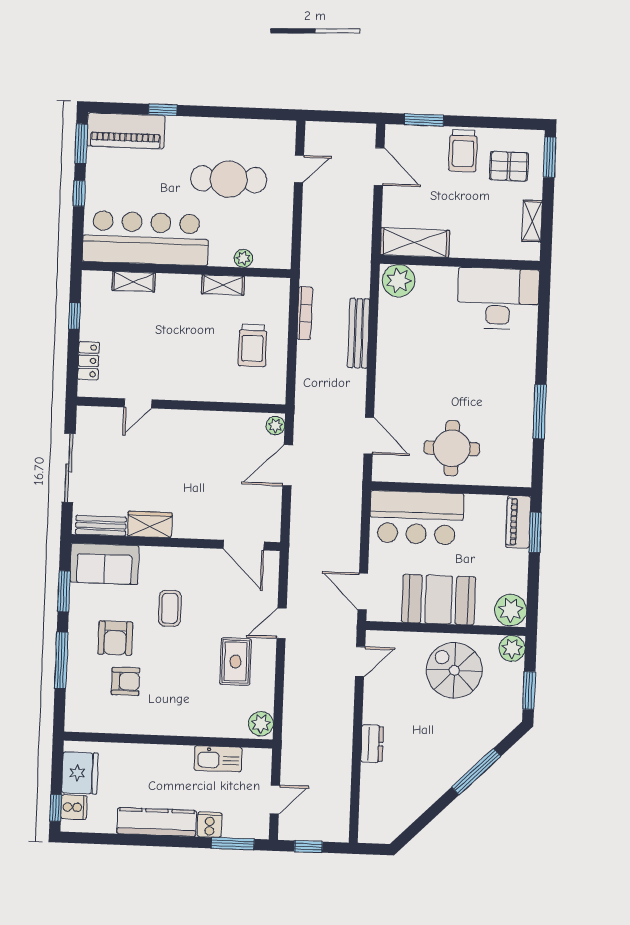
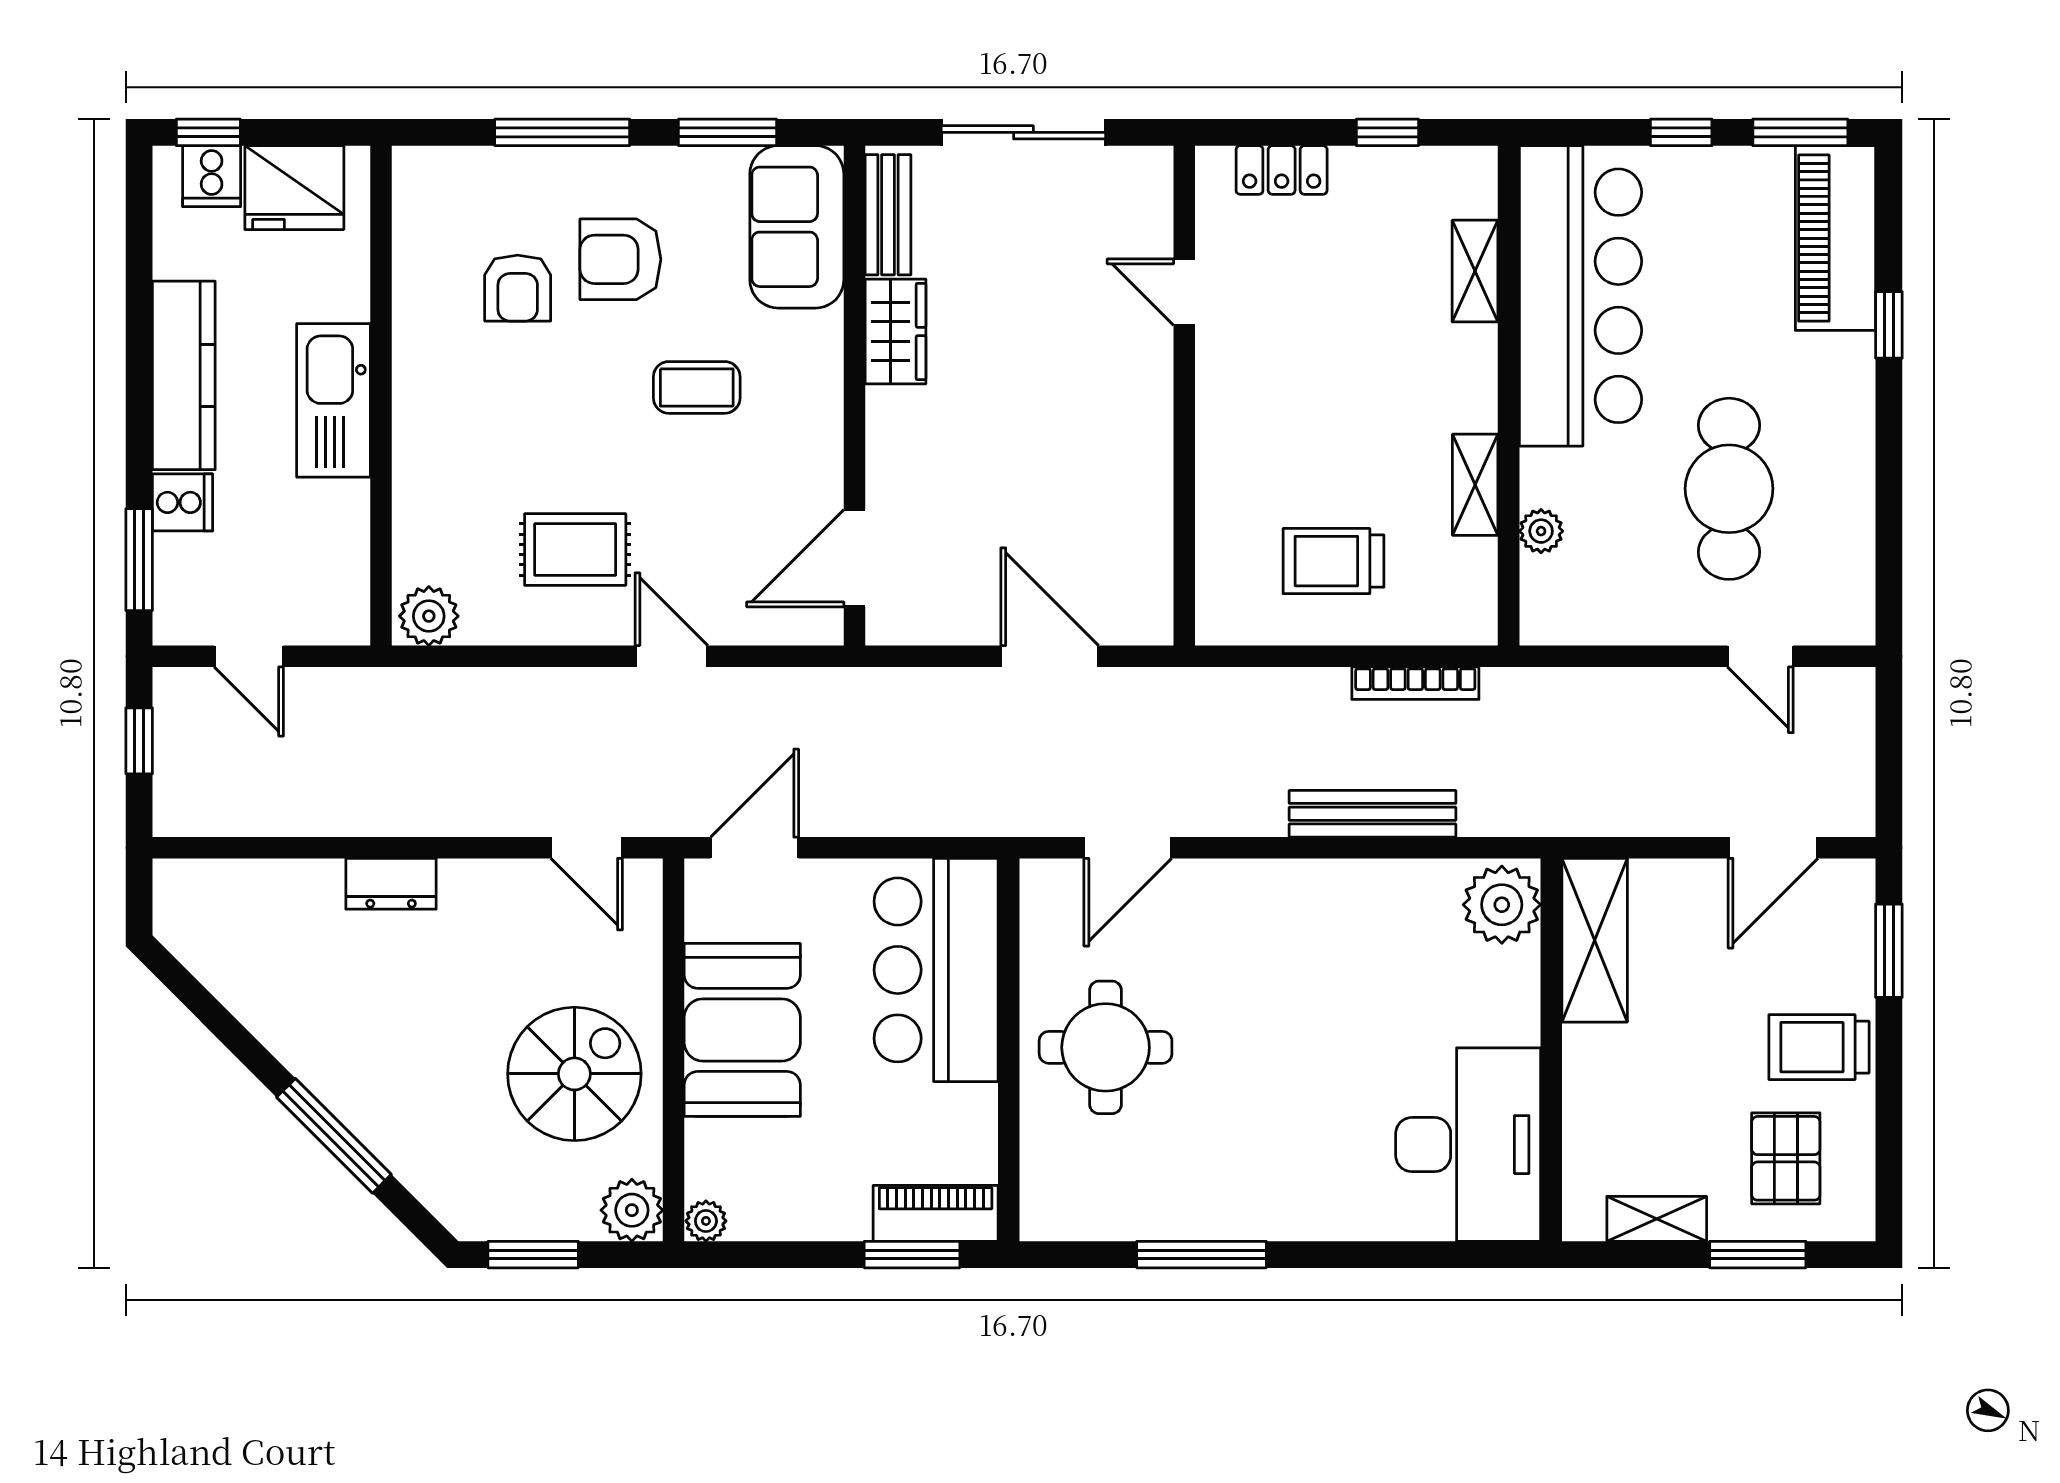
window: (549, 157) -> (1758, 1255), moved
plant: (275, 426) -> (1144, 623), removed
plant: (511, 610) -> (706, 1221), width x0.53, depth x0.53
kitchen sink: (218, 759) -> (334, 400), moved, width x1.36, depth x1.24

